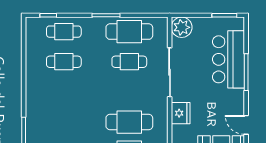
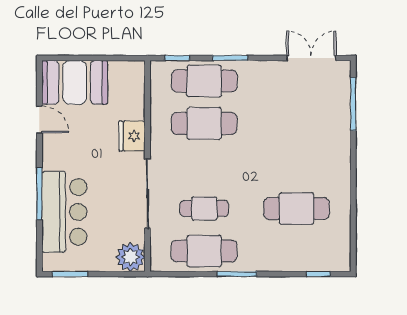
cafe table: (64, 32) -> (296, 251), removed
cafe table: (64, 62) -> (296, 209), width x1.37, depth x1.35

